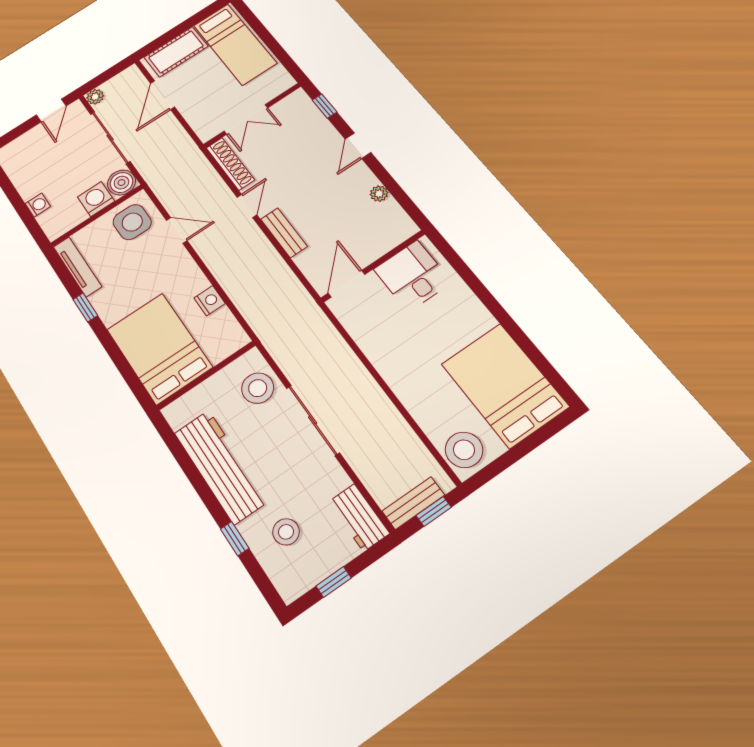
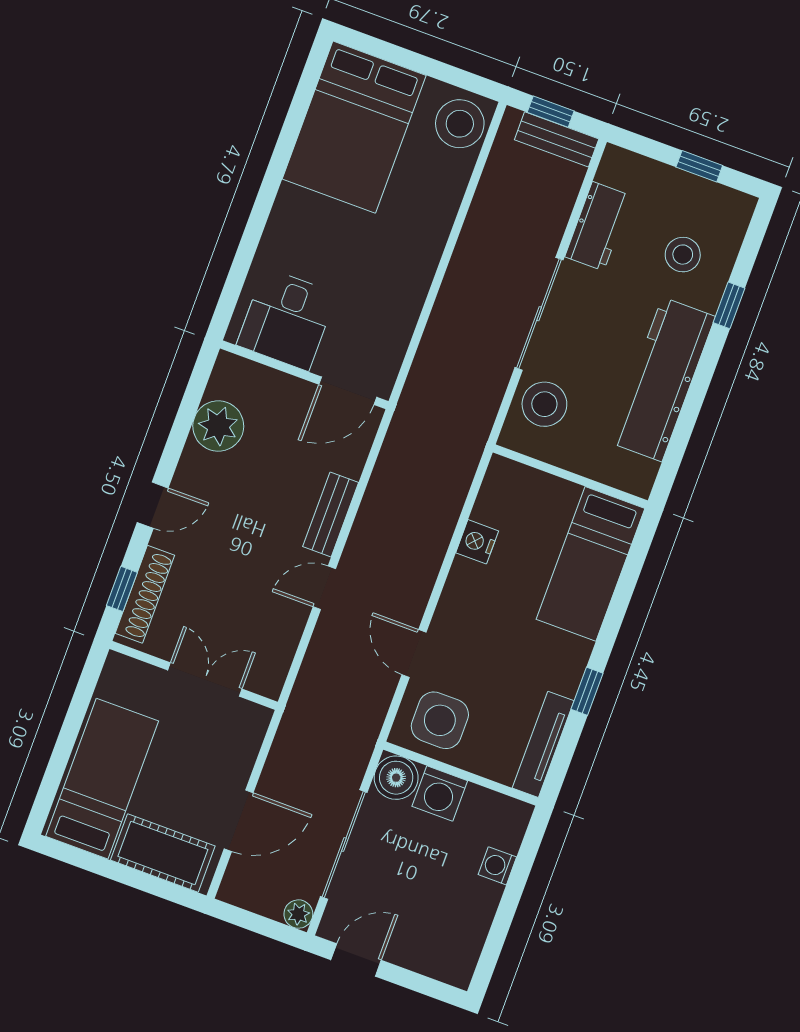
shoe rack: (230, 164) -> (145, 594), moved, turned 180
plant: (379, 194) -> (218, 426), width x1.88, depth x1.88
bed: (159, 348) -> (591, 564), width x0.67
workbench: (359, 517) -> (598, 226), moved

